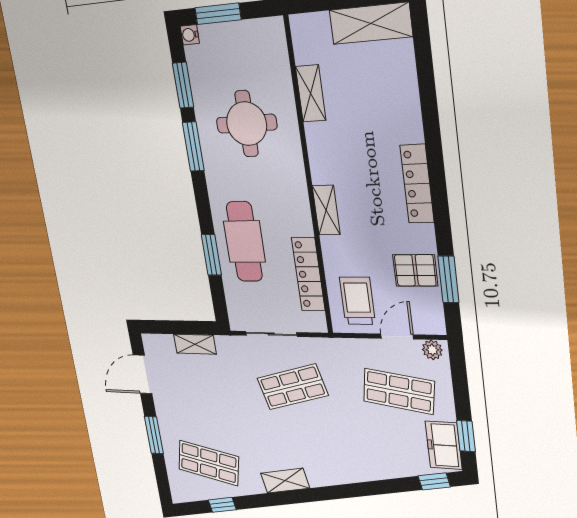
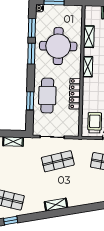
round table: (247, 124) -> (58, 46), width x1.36, depth x1.36
shelving: (326, 210) -> (88, 67), moved
locker: (308, 274) -> (75, 94), moved
shelving: (285, 481) -> (56, 205), moved

